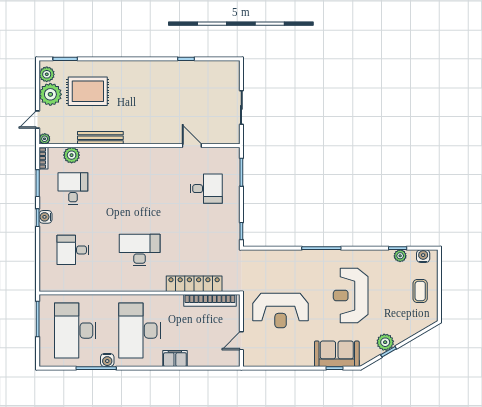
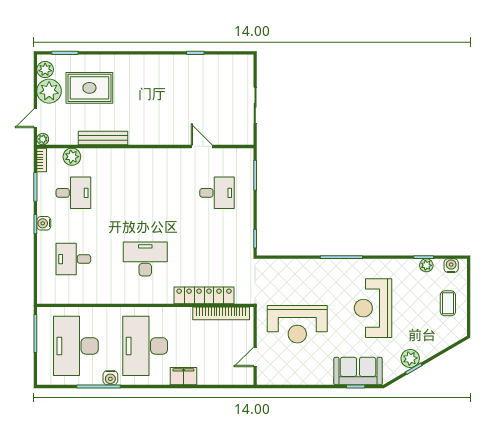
desk: (73, 189) -> (73, 193), turned 90

